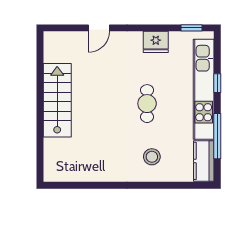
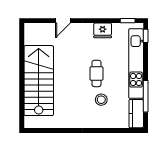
window: (217, 83) -> (146, 36), moved
stairs: (57, 100) -> (39, 81), width x1.36, depth x1.51
stool: (152, 157) -> (101, 100), moved

